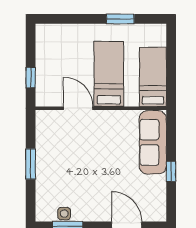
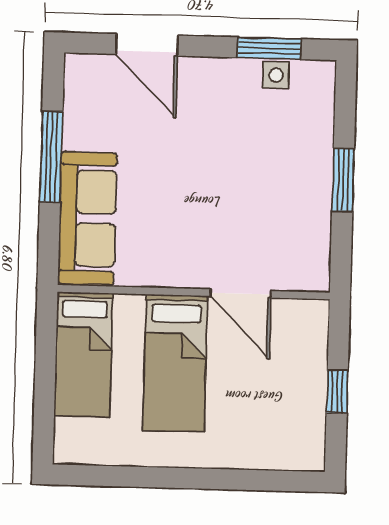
window: (120, 19) -> (148, 477), removed
window: (31, 78) -> (337, 392), moved
window: (171, 171) -> (51, 157), width x2.17

